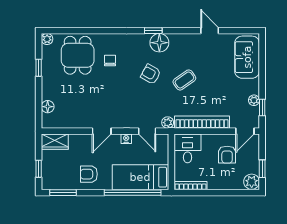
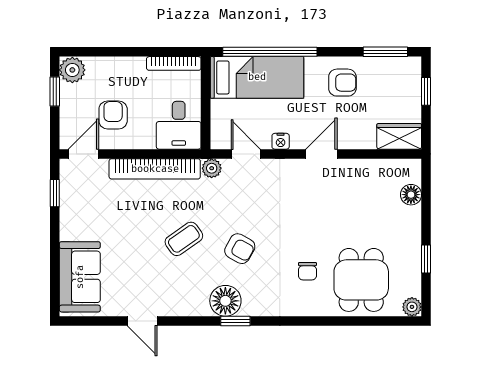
plant: (254, 100) -> (68, 205), removed

